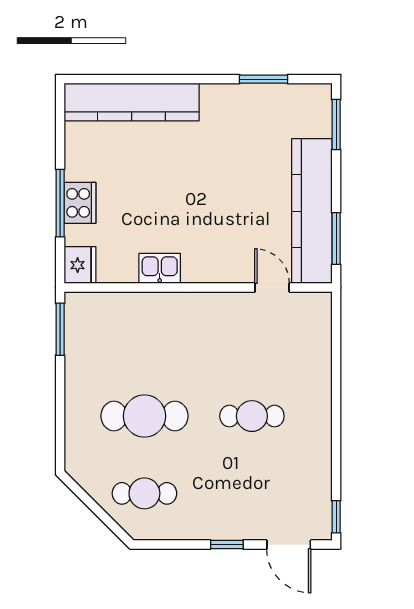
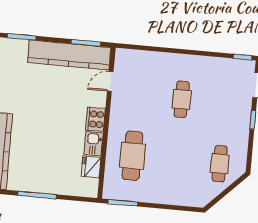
window: (60, 203) -> (37, 195), moved
cooker: (80, 203) -> (96, 119), moved, turned -90
fridge: (80, 265) -> (91, 167), moved, turned -90
cafe table: (144, 416) -> (133, 156), moved

